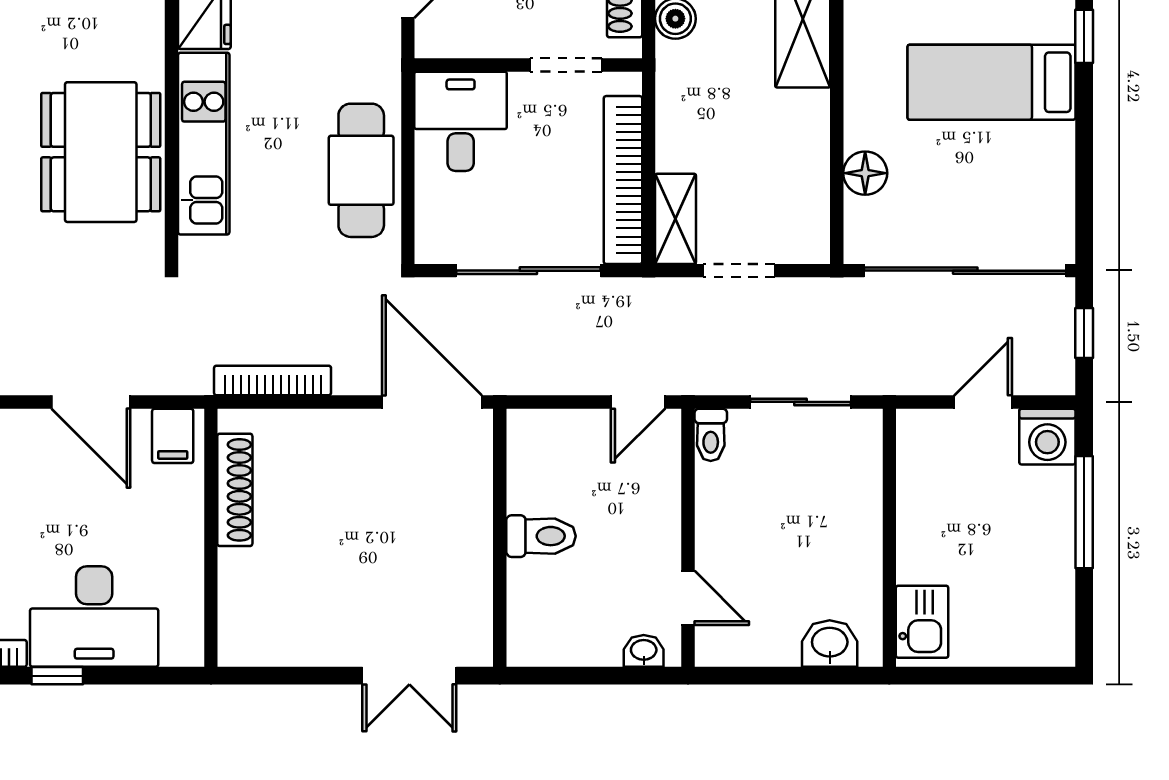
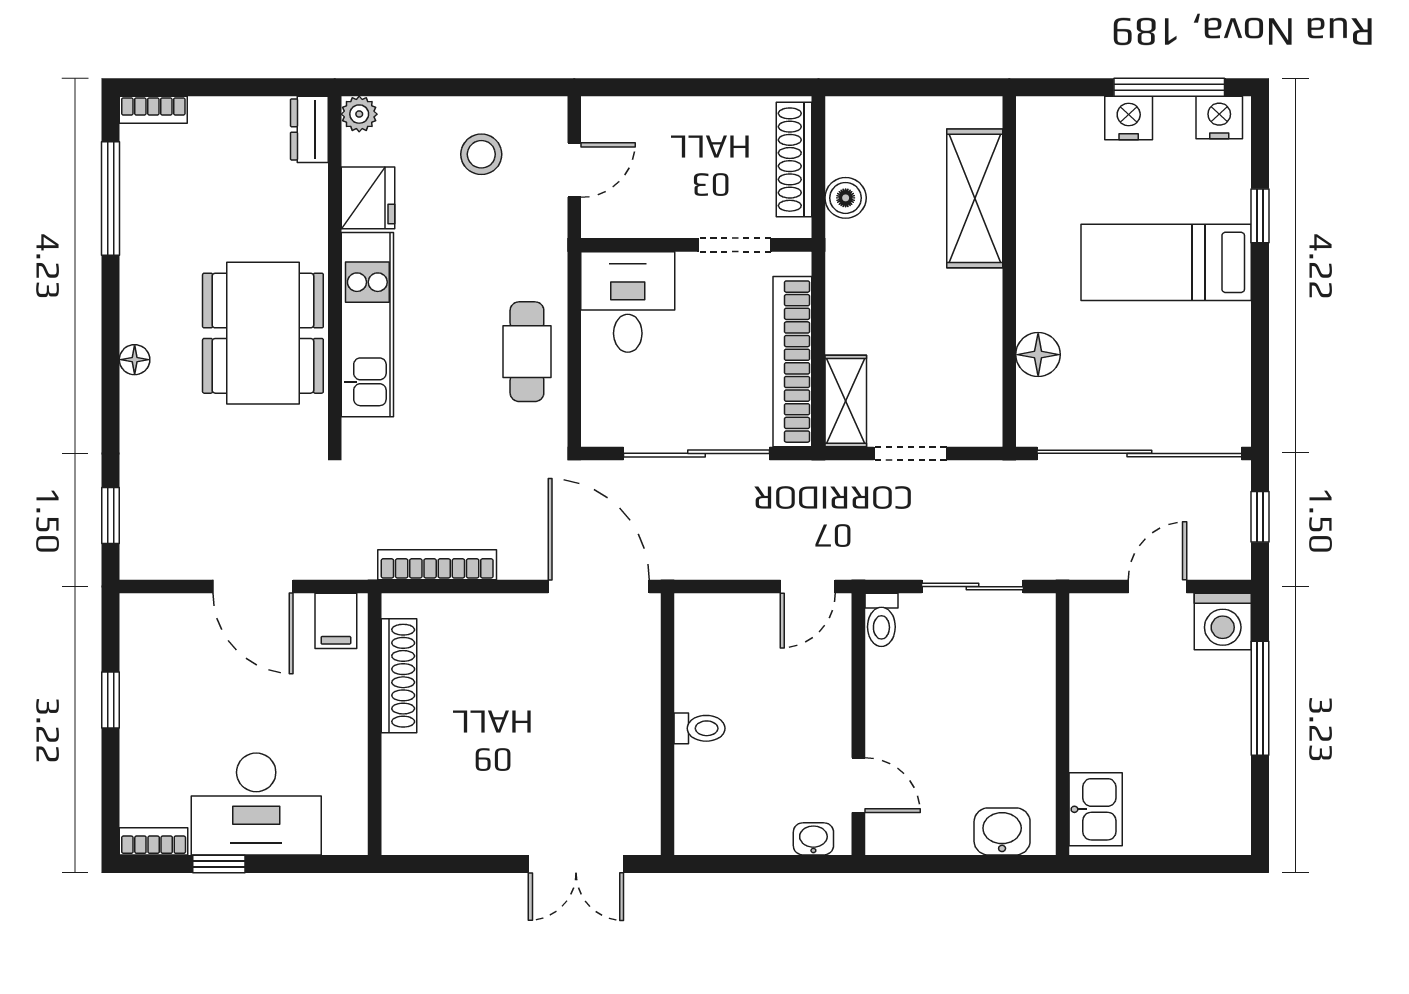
cafe table: (361, 170) -> (527, 352), width x0.73, depth x0.74
toilet: (541, 536) -> (700, 728), width x0.73, depth x0.72

